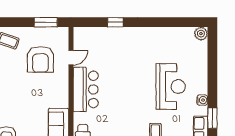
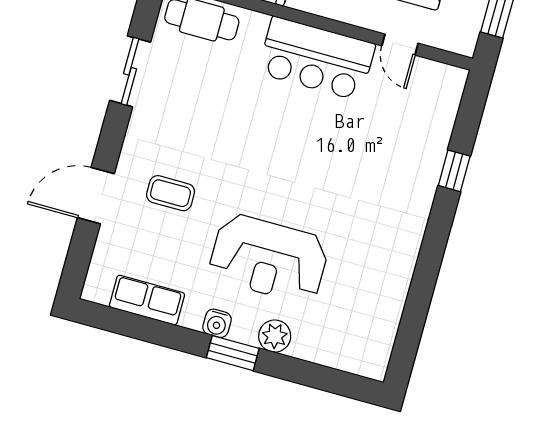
plant: (201, 34) -> (275, 336), moved
window: (212, 118) -> (233, 353), moved

